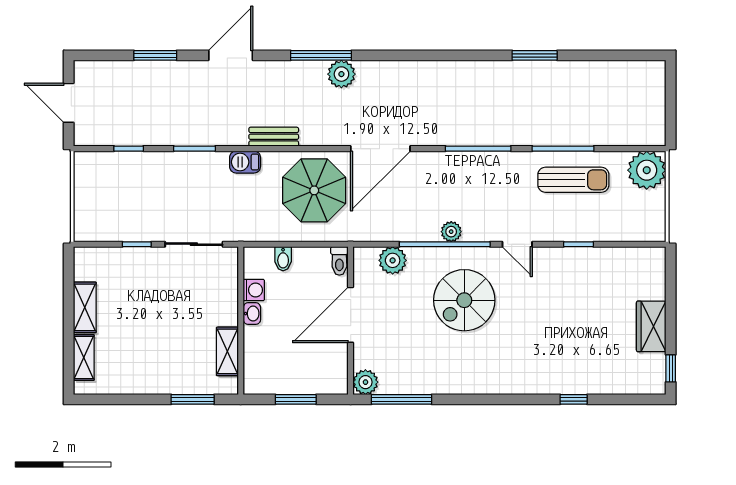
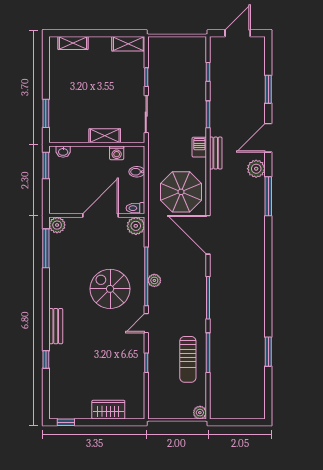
door: (231, 55) -> (268, 138), swing flipped
window: (535, 55) -> (268, 352), moved
plant: (341, 74) -> (256, 169), moved
bench: (274, 137) -> (216, 153), moved
plant: (647, 170) -> (200, 413), width x0.53, depth x0.53
plant: (393, 260) -> (136, 226), moved
shelving: (85, 307) -> (128, 44), moved
washbasin: (252, 314) -> (63, 152), moved
door: (351, 315) -> (101, 215), hinge flipped
wardrobe: (651, 326) -> (108, 410), moved
shelving: (227, 351) -> (105, 136), moved
bench: (522, 384) -> (56, 326), added
window: (296, 399) -> (46, 166), moved

